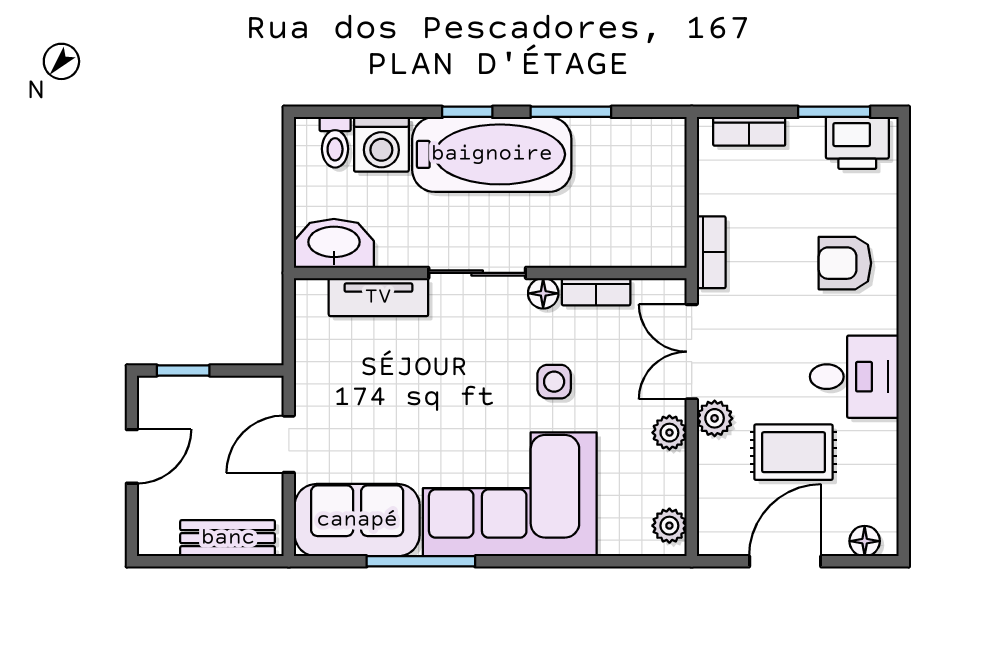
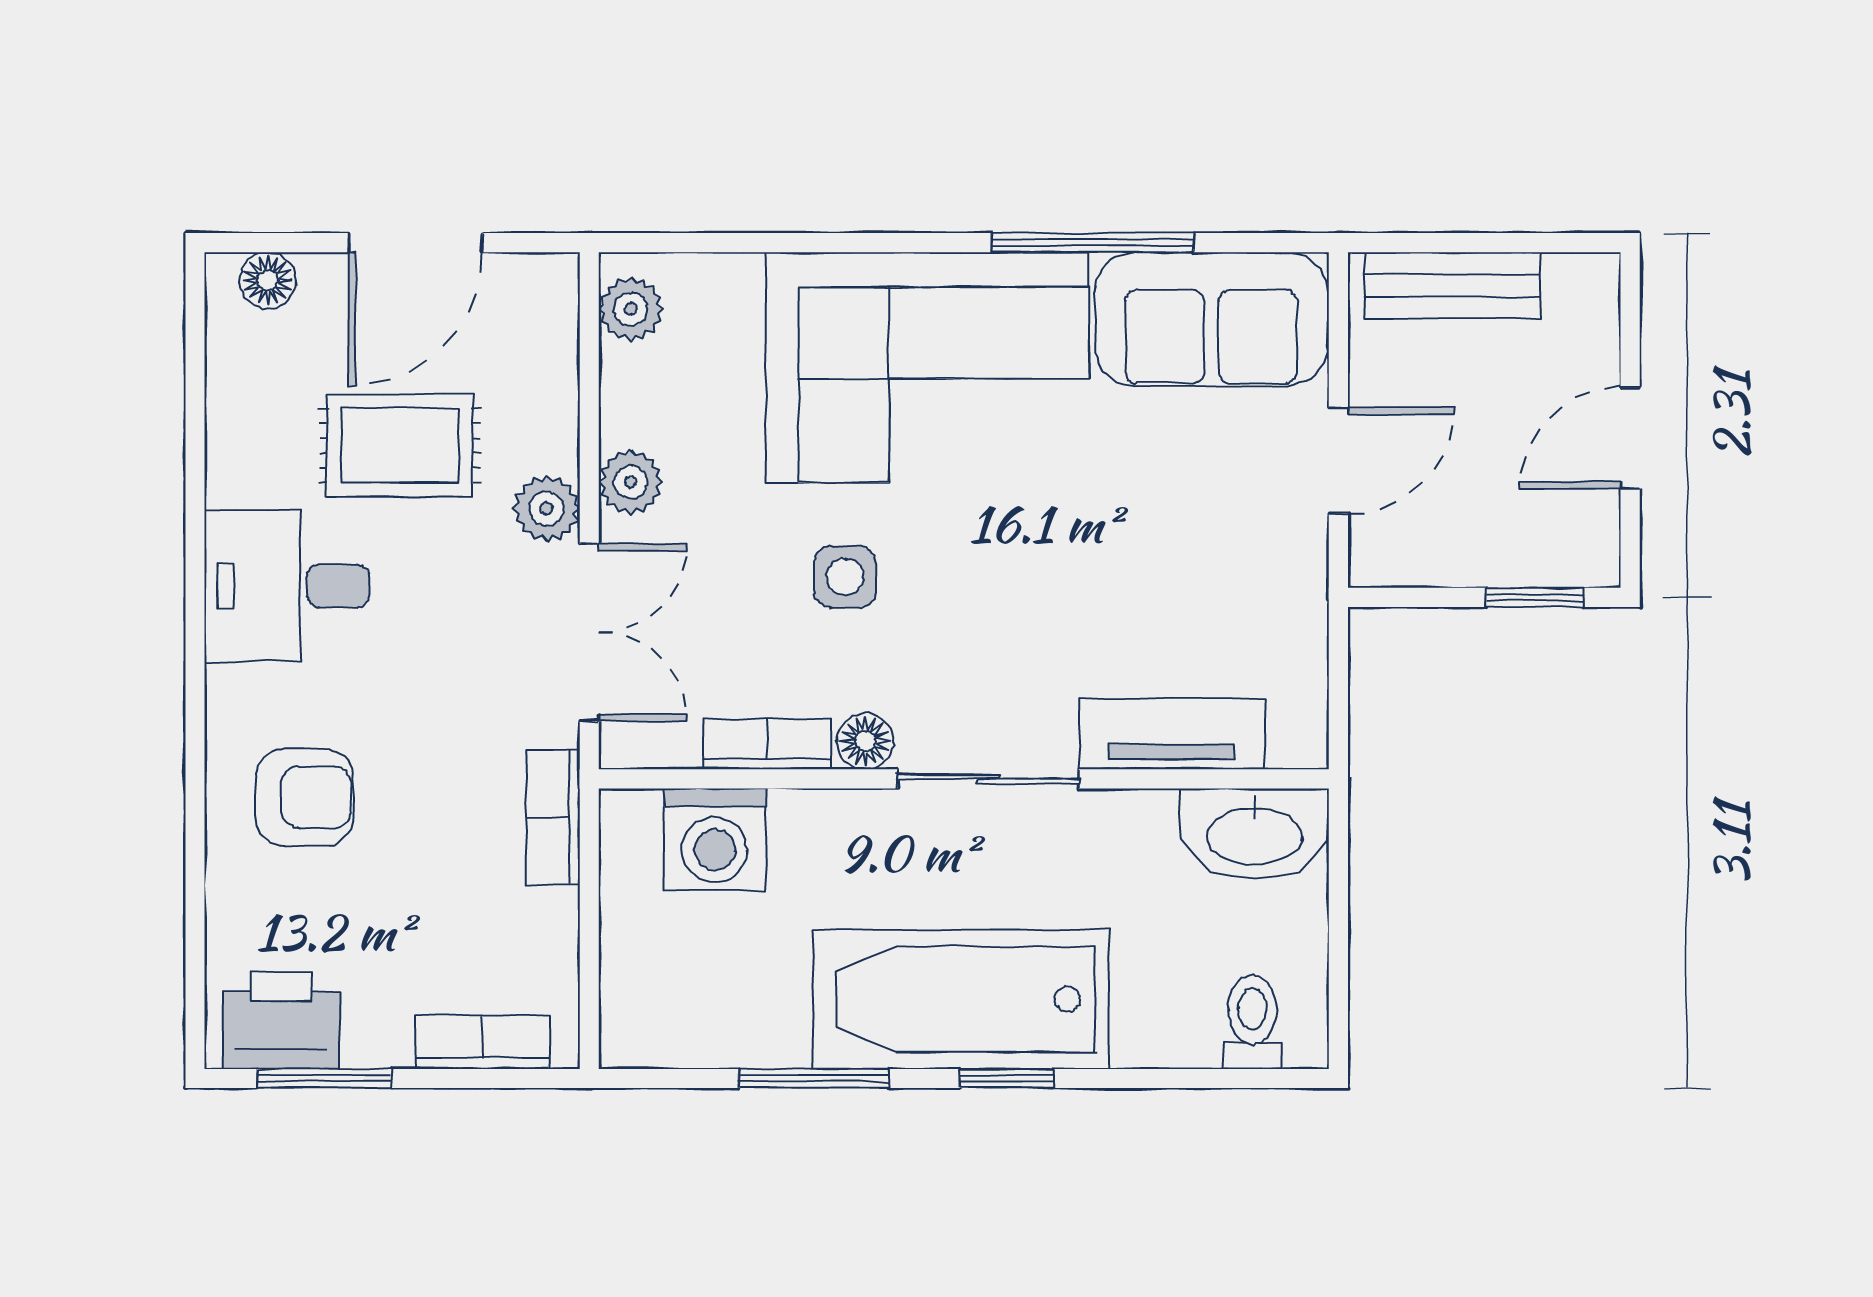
washing machine: (381, 144) -> (715, 839), moved, turned 180

